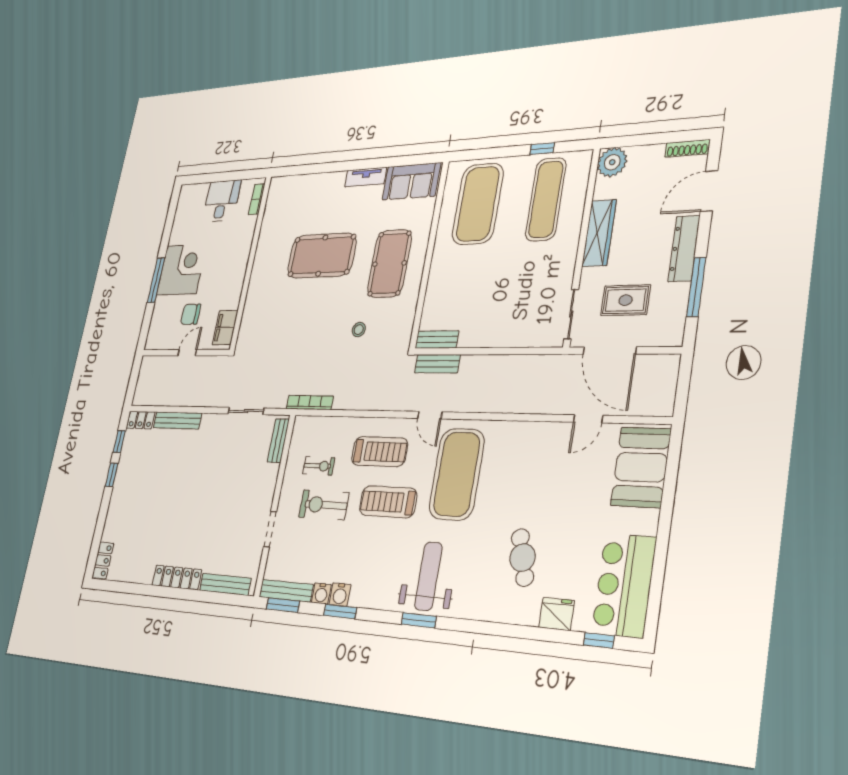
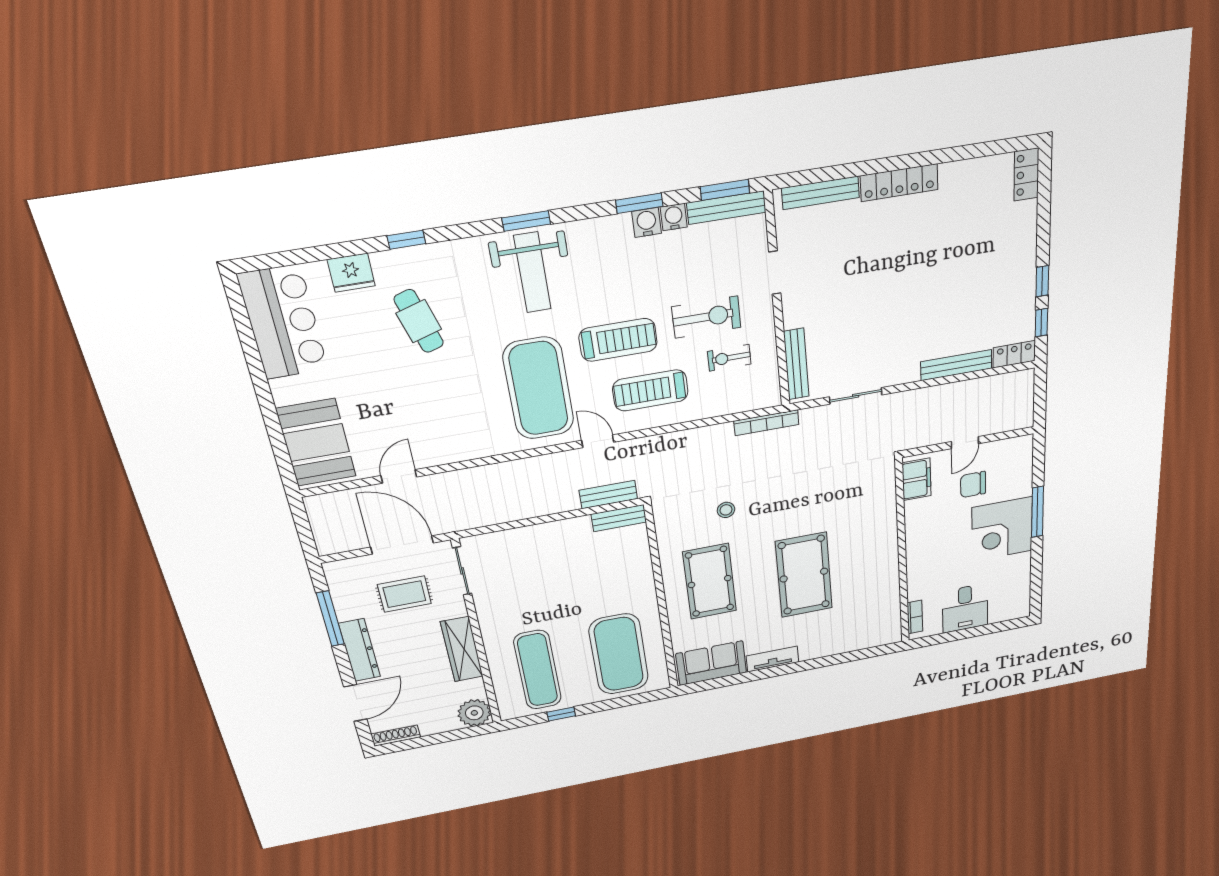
pool table: (322, 256) -> (804, 575), turned 90
chair: (191, 314) -> (973, 485), turned 180
bench: (278, 441) -> (796, 364), width x1.36
window: (599, 640) -> (406, 240), moved

